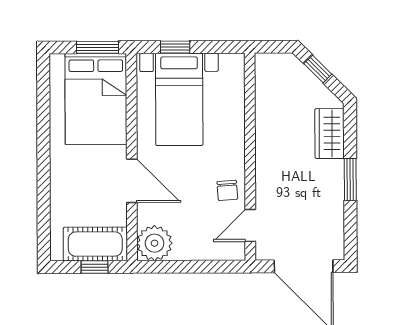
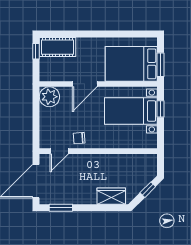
window: (350, 179) -> (61, 208), moved
door: (250, 225) -> (59, 151), swing flipped
cot: (95, 244) -> (58, 47), moved, turned 90
window: (95, 267) -> (36, 51), moved

